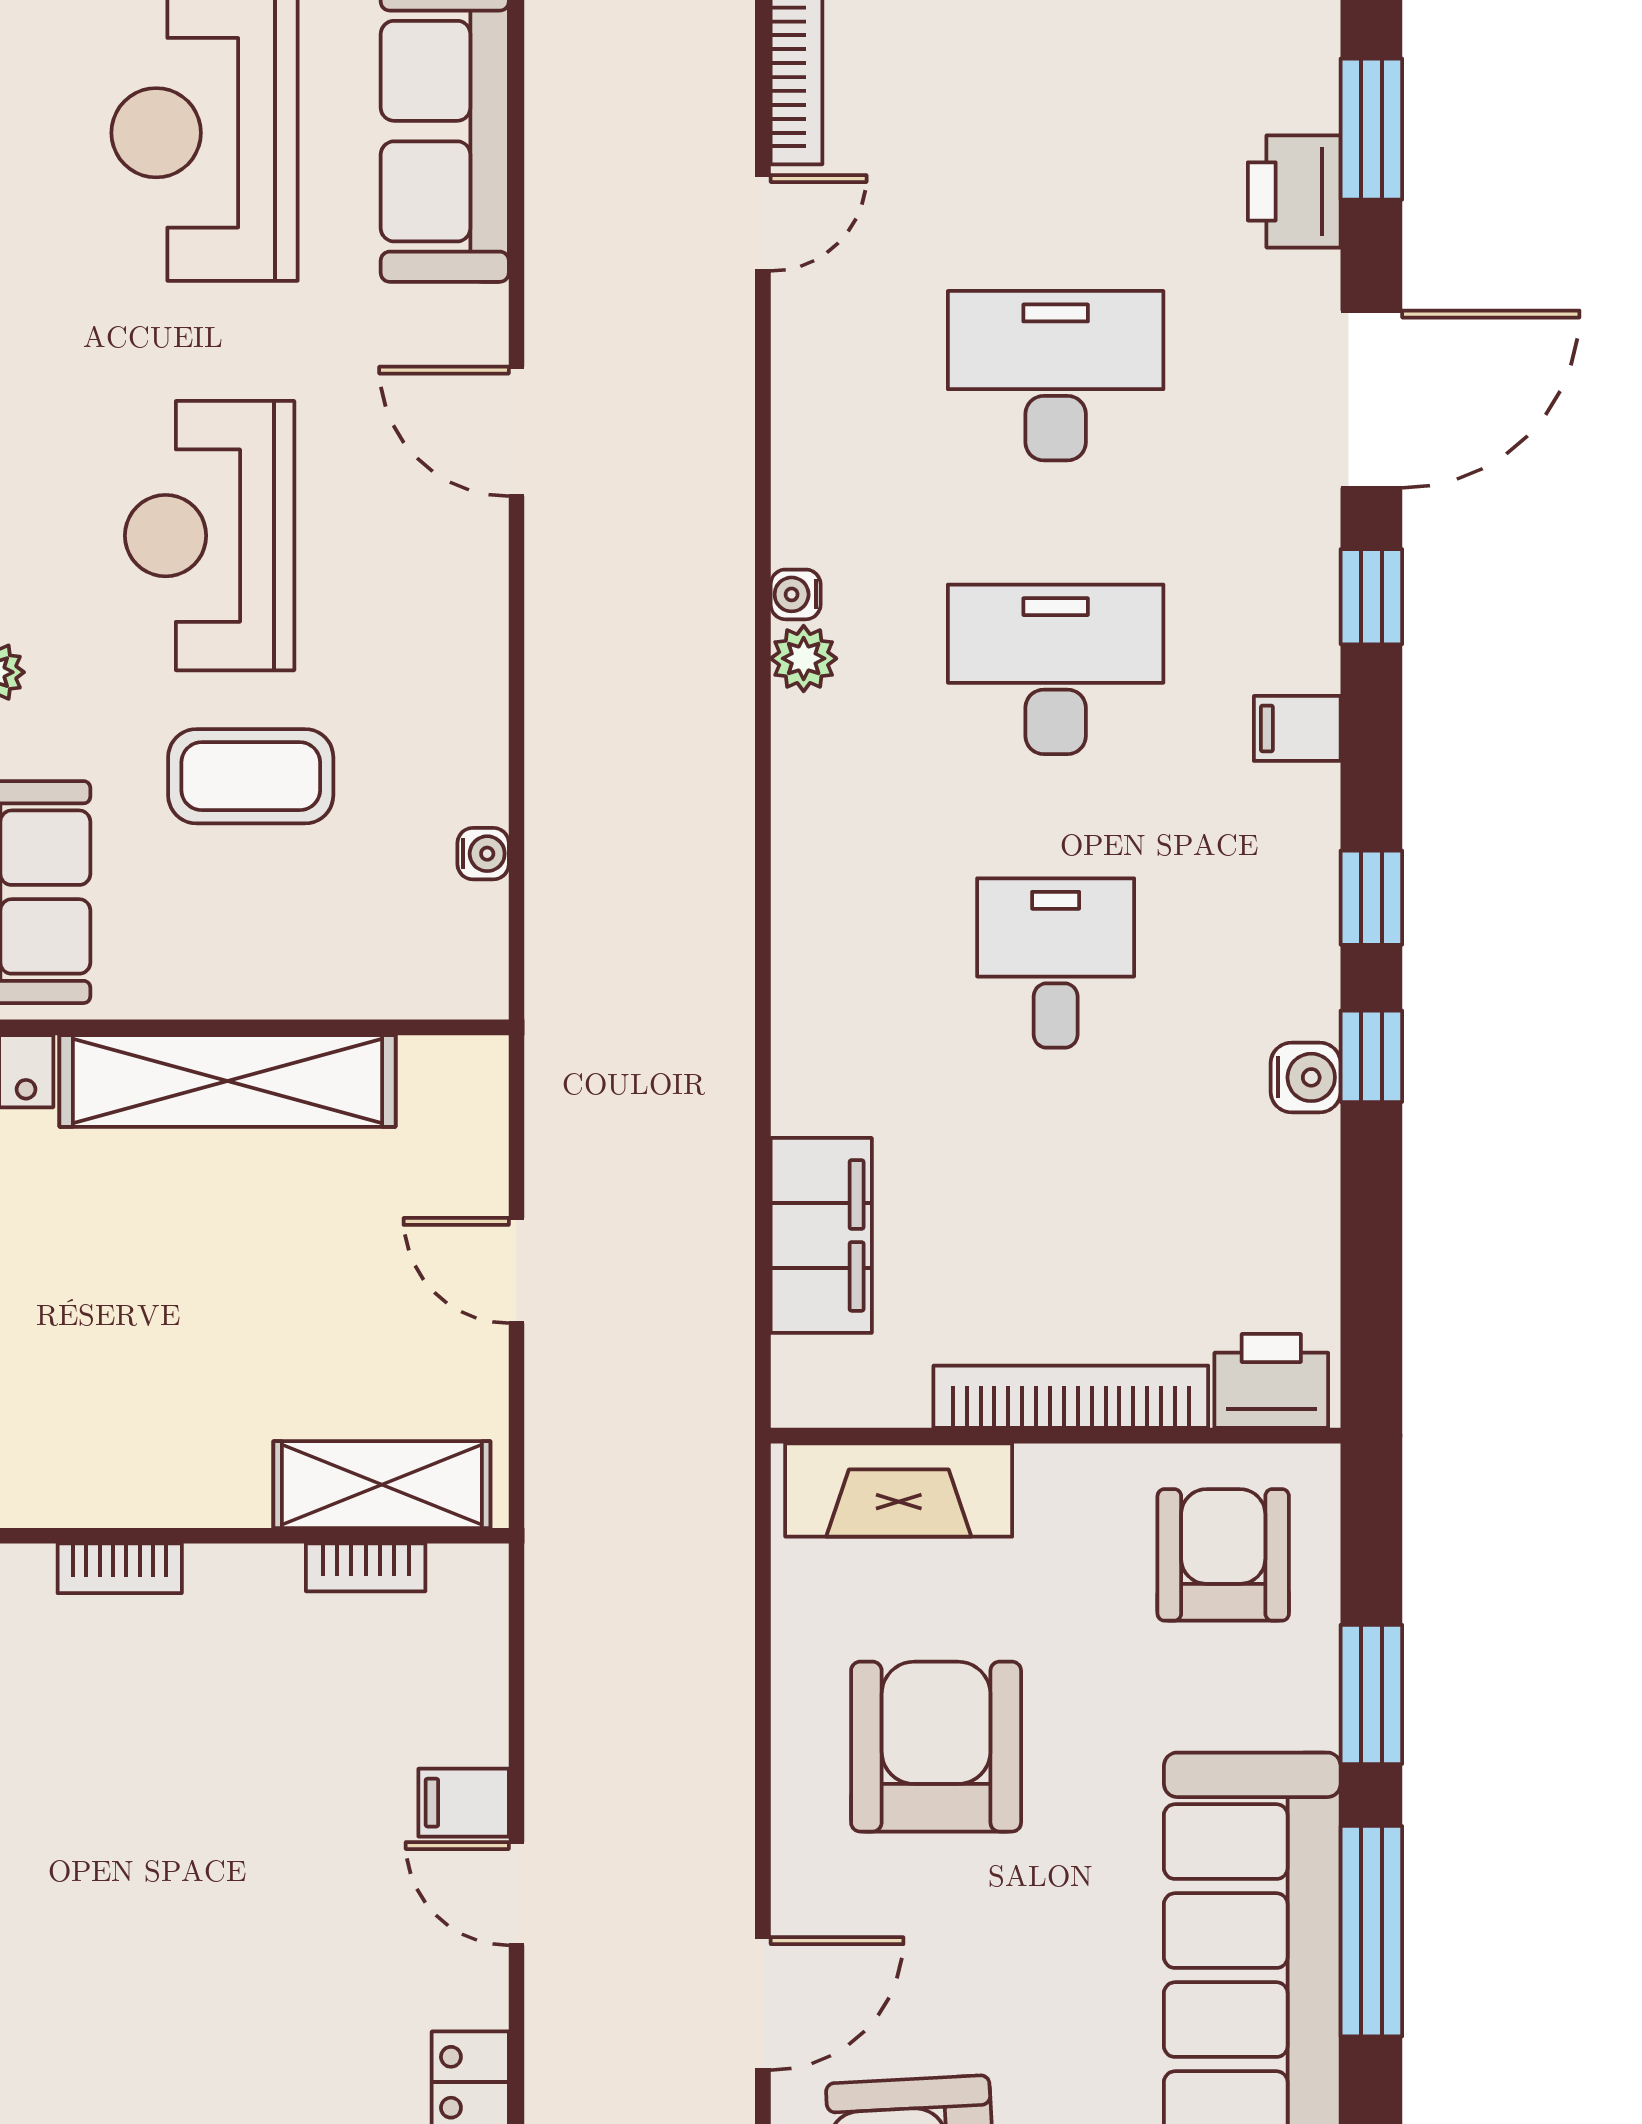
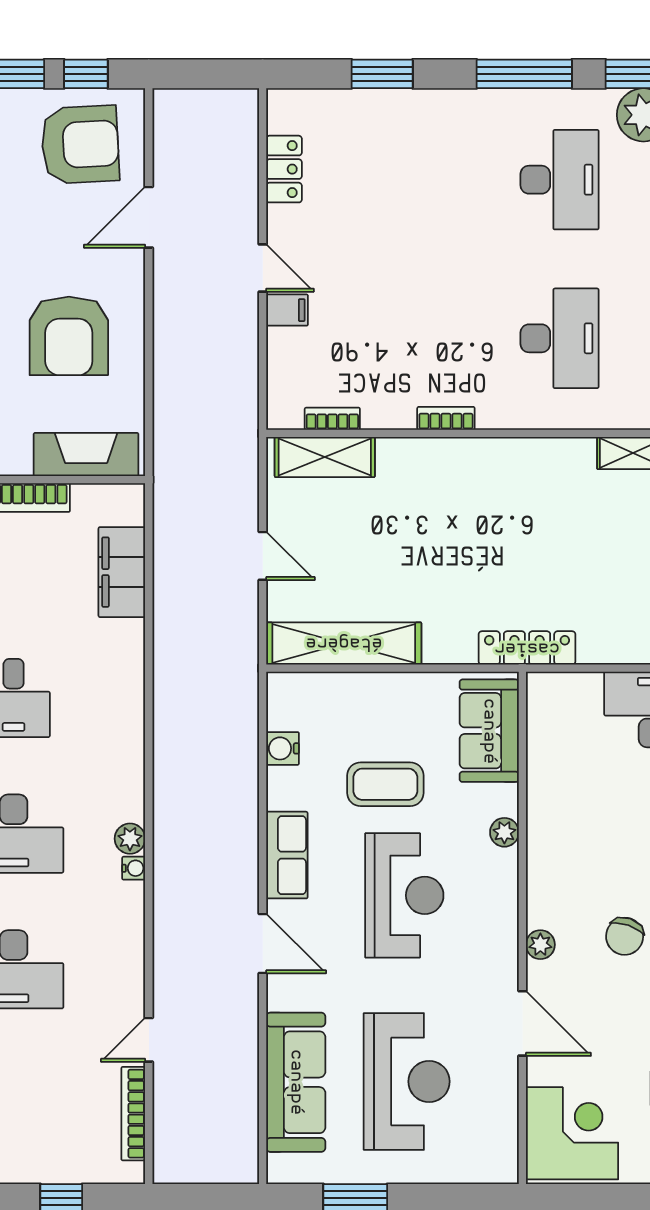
row of seats: (464, 623) -> (287, 855), added
water cooler: (483, 854) -> (283, 748), width x1.38, depth x1.38
shelving: (227, 1081) -> (344, 643), moved

